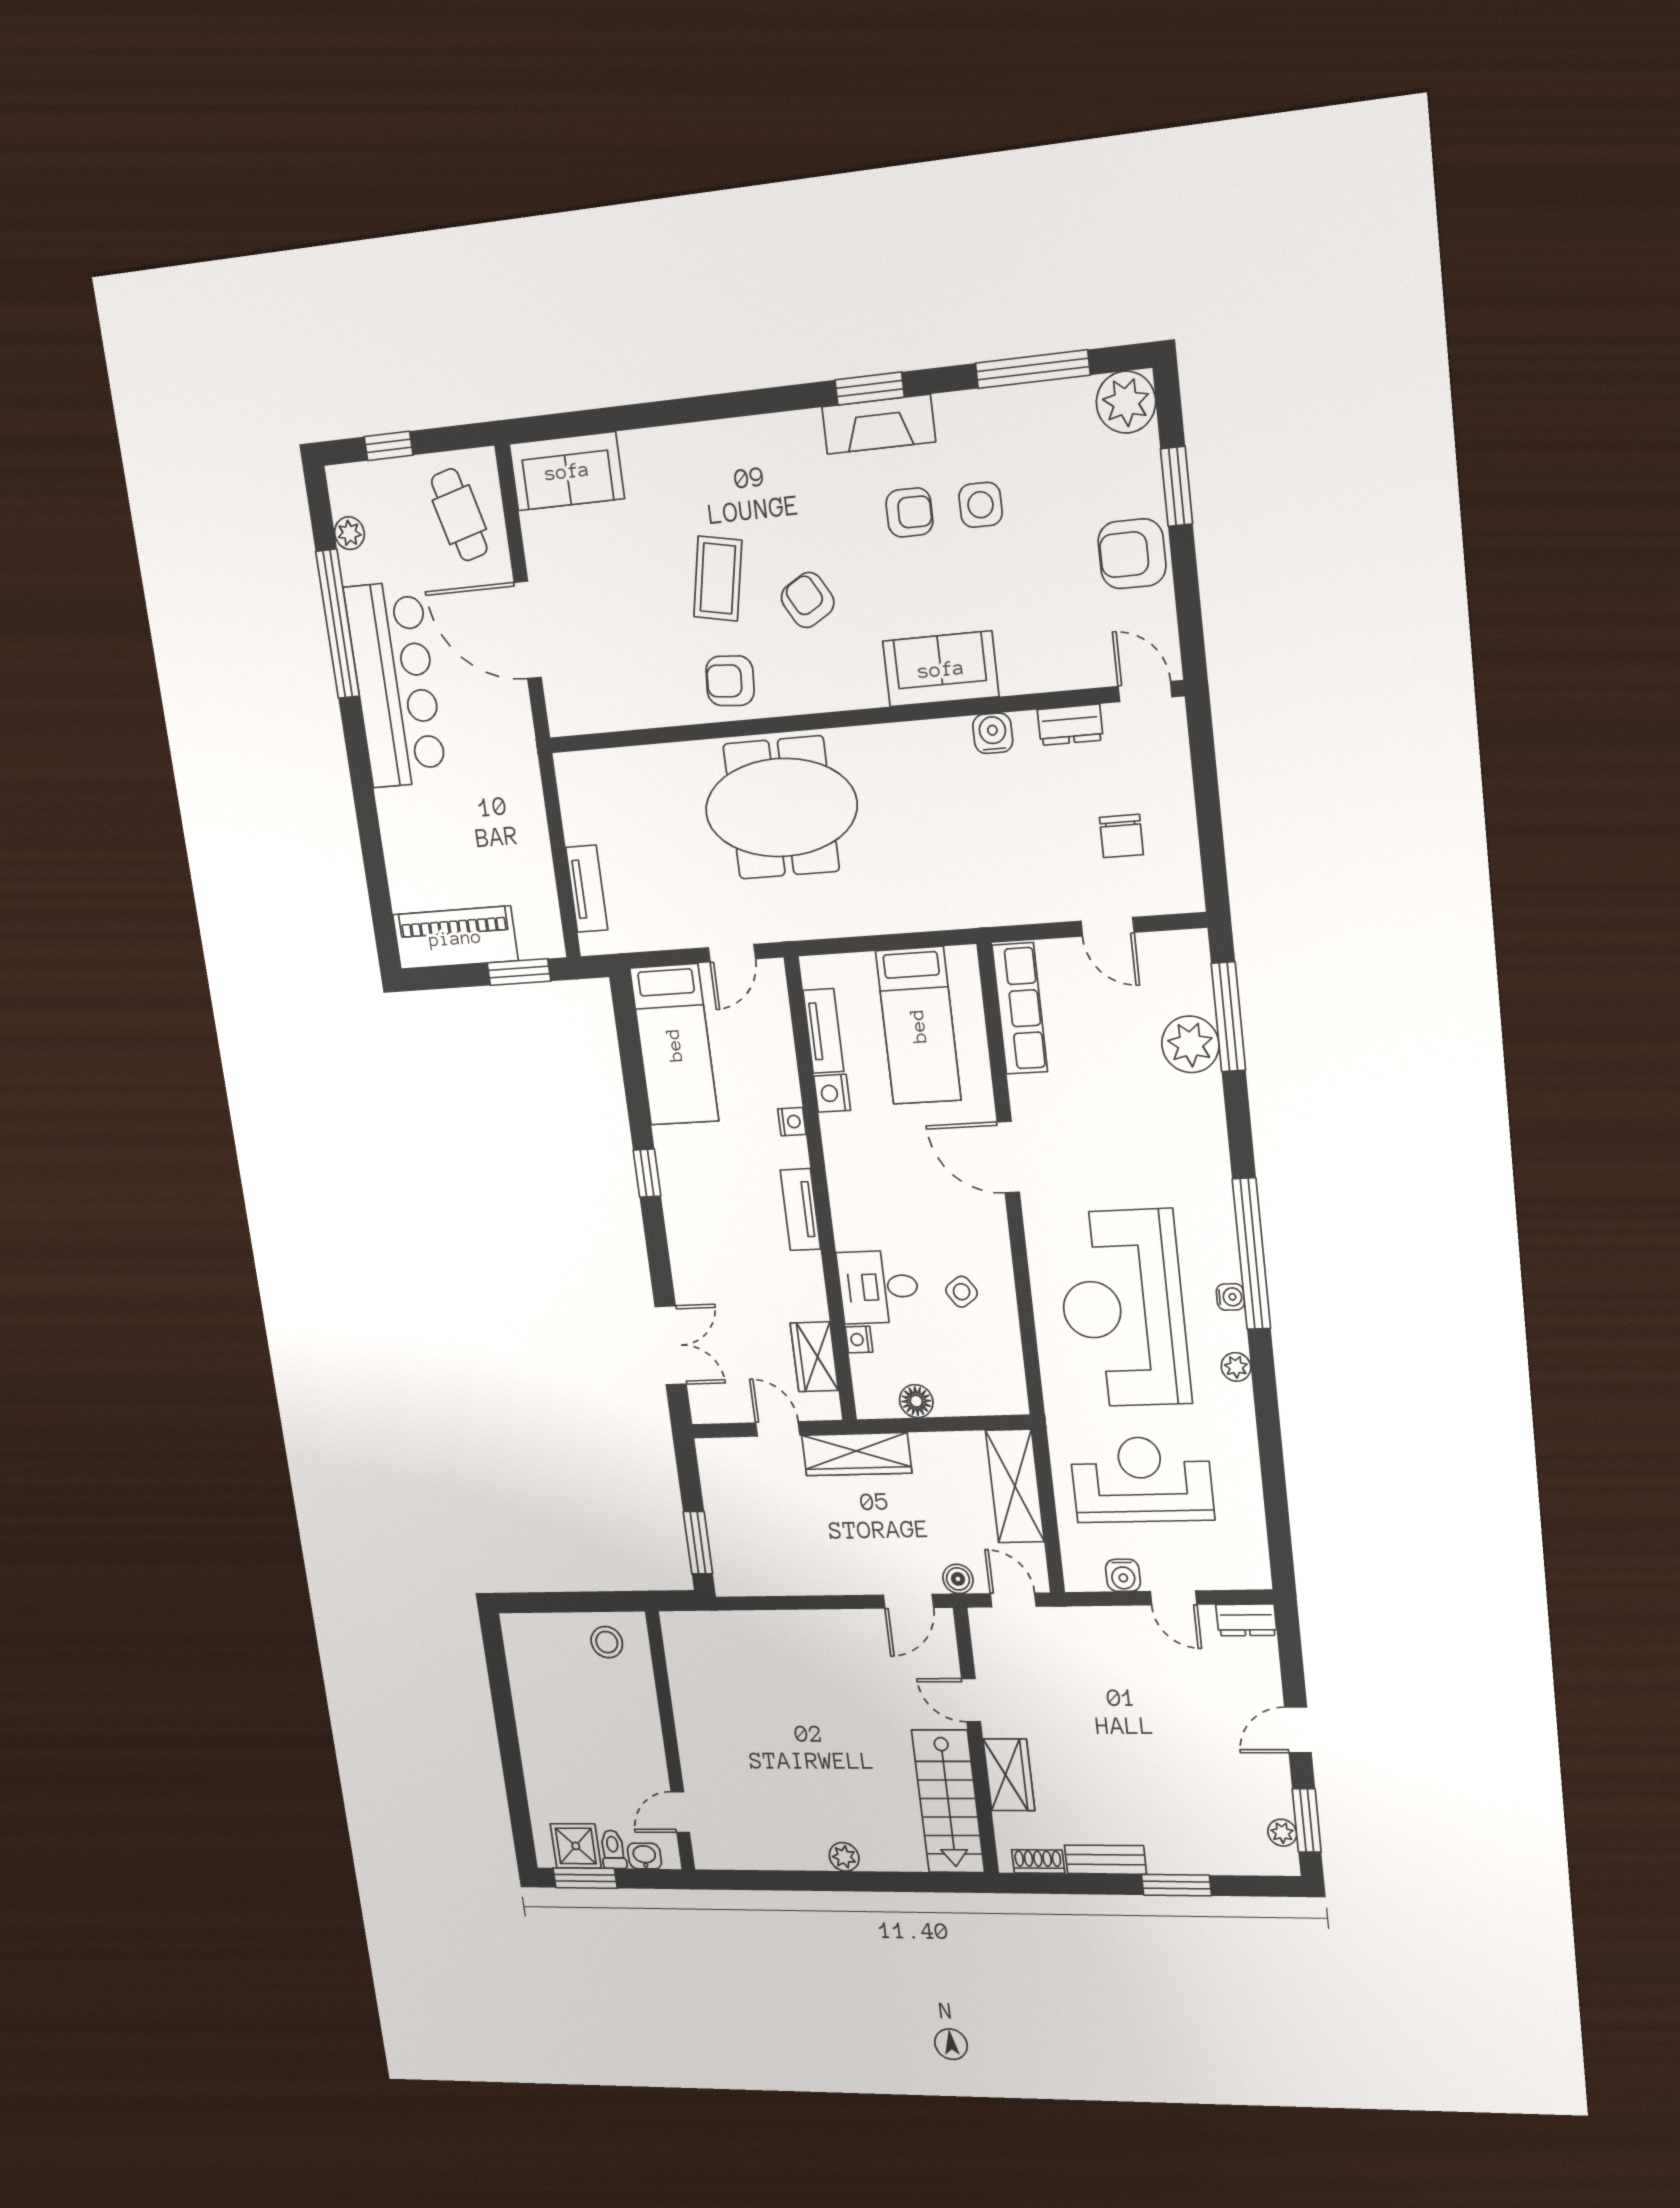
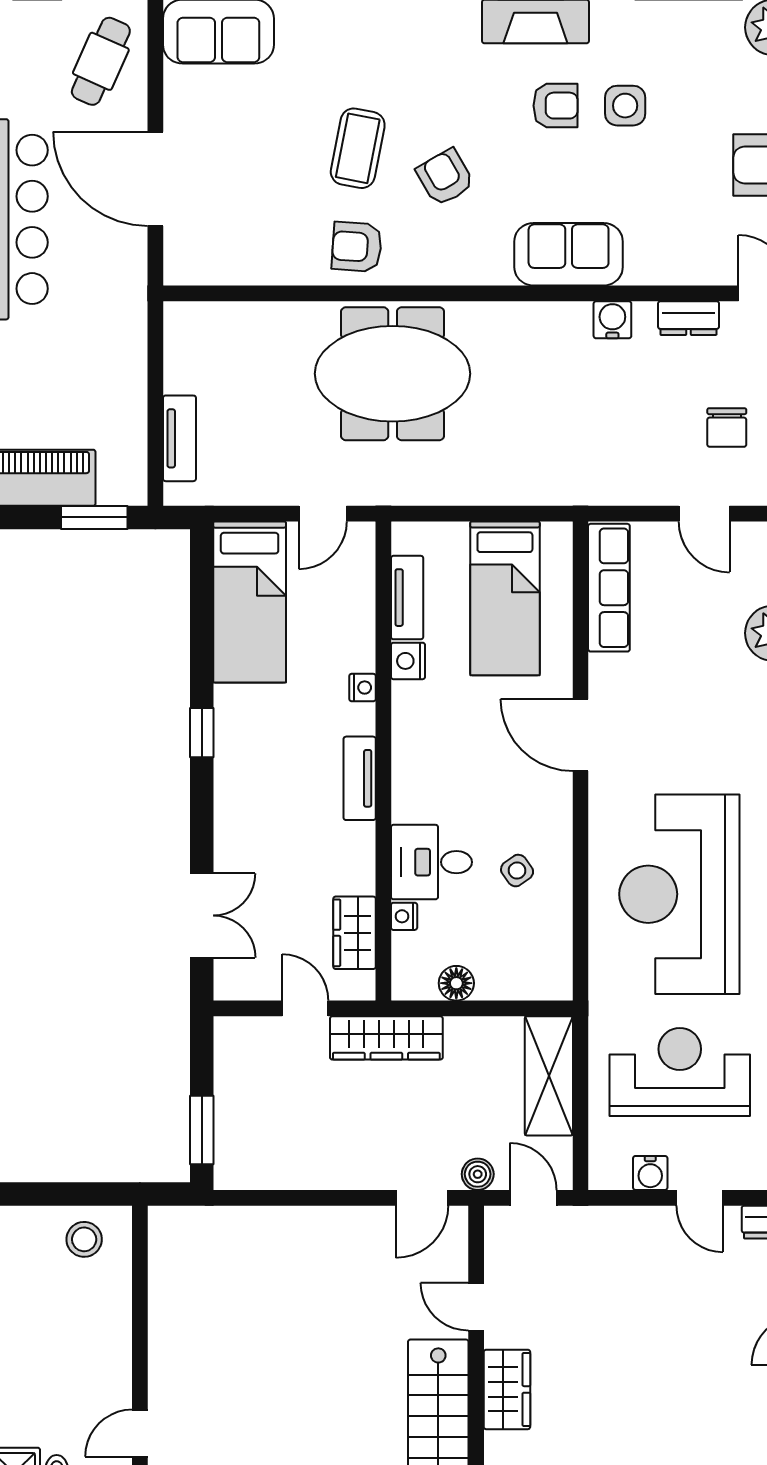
cafe table: (459, 515) -> (101, 61), turned 39

